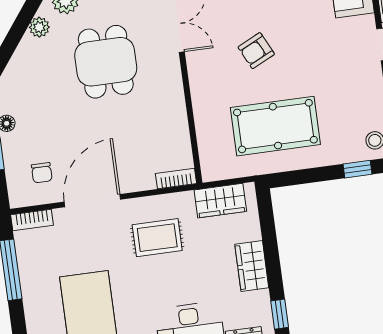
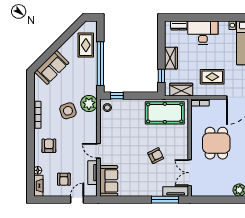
dining table: (106, 62) -> (216, 143), moved
pool table: (275, 126) -> (165, 113), moved
window: (280, 314) -> (161, 76), moved

